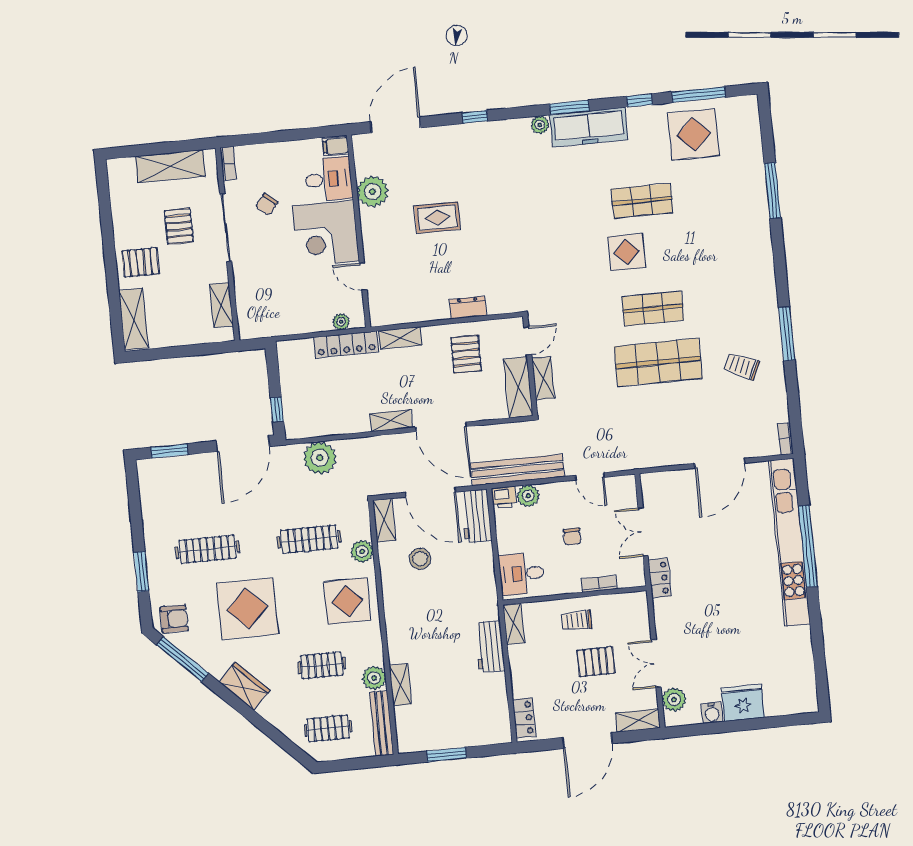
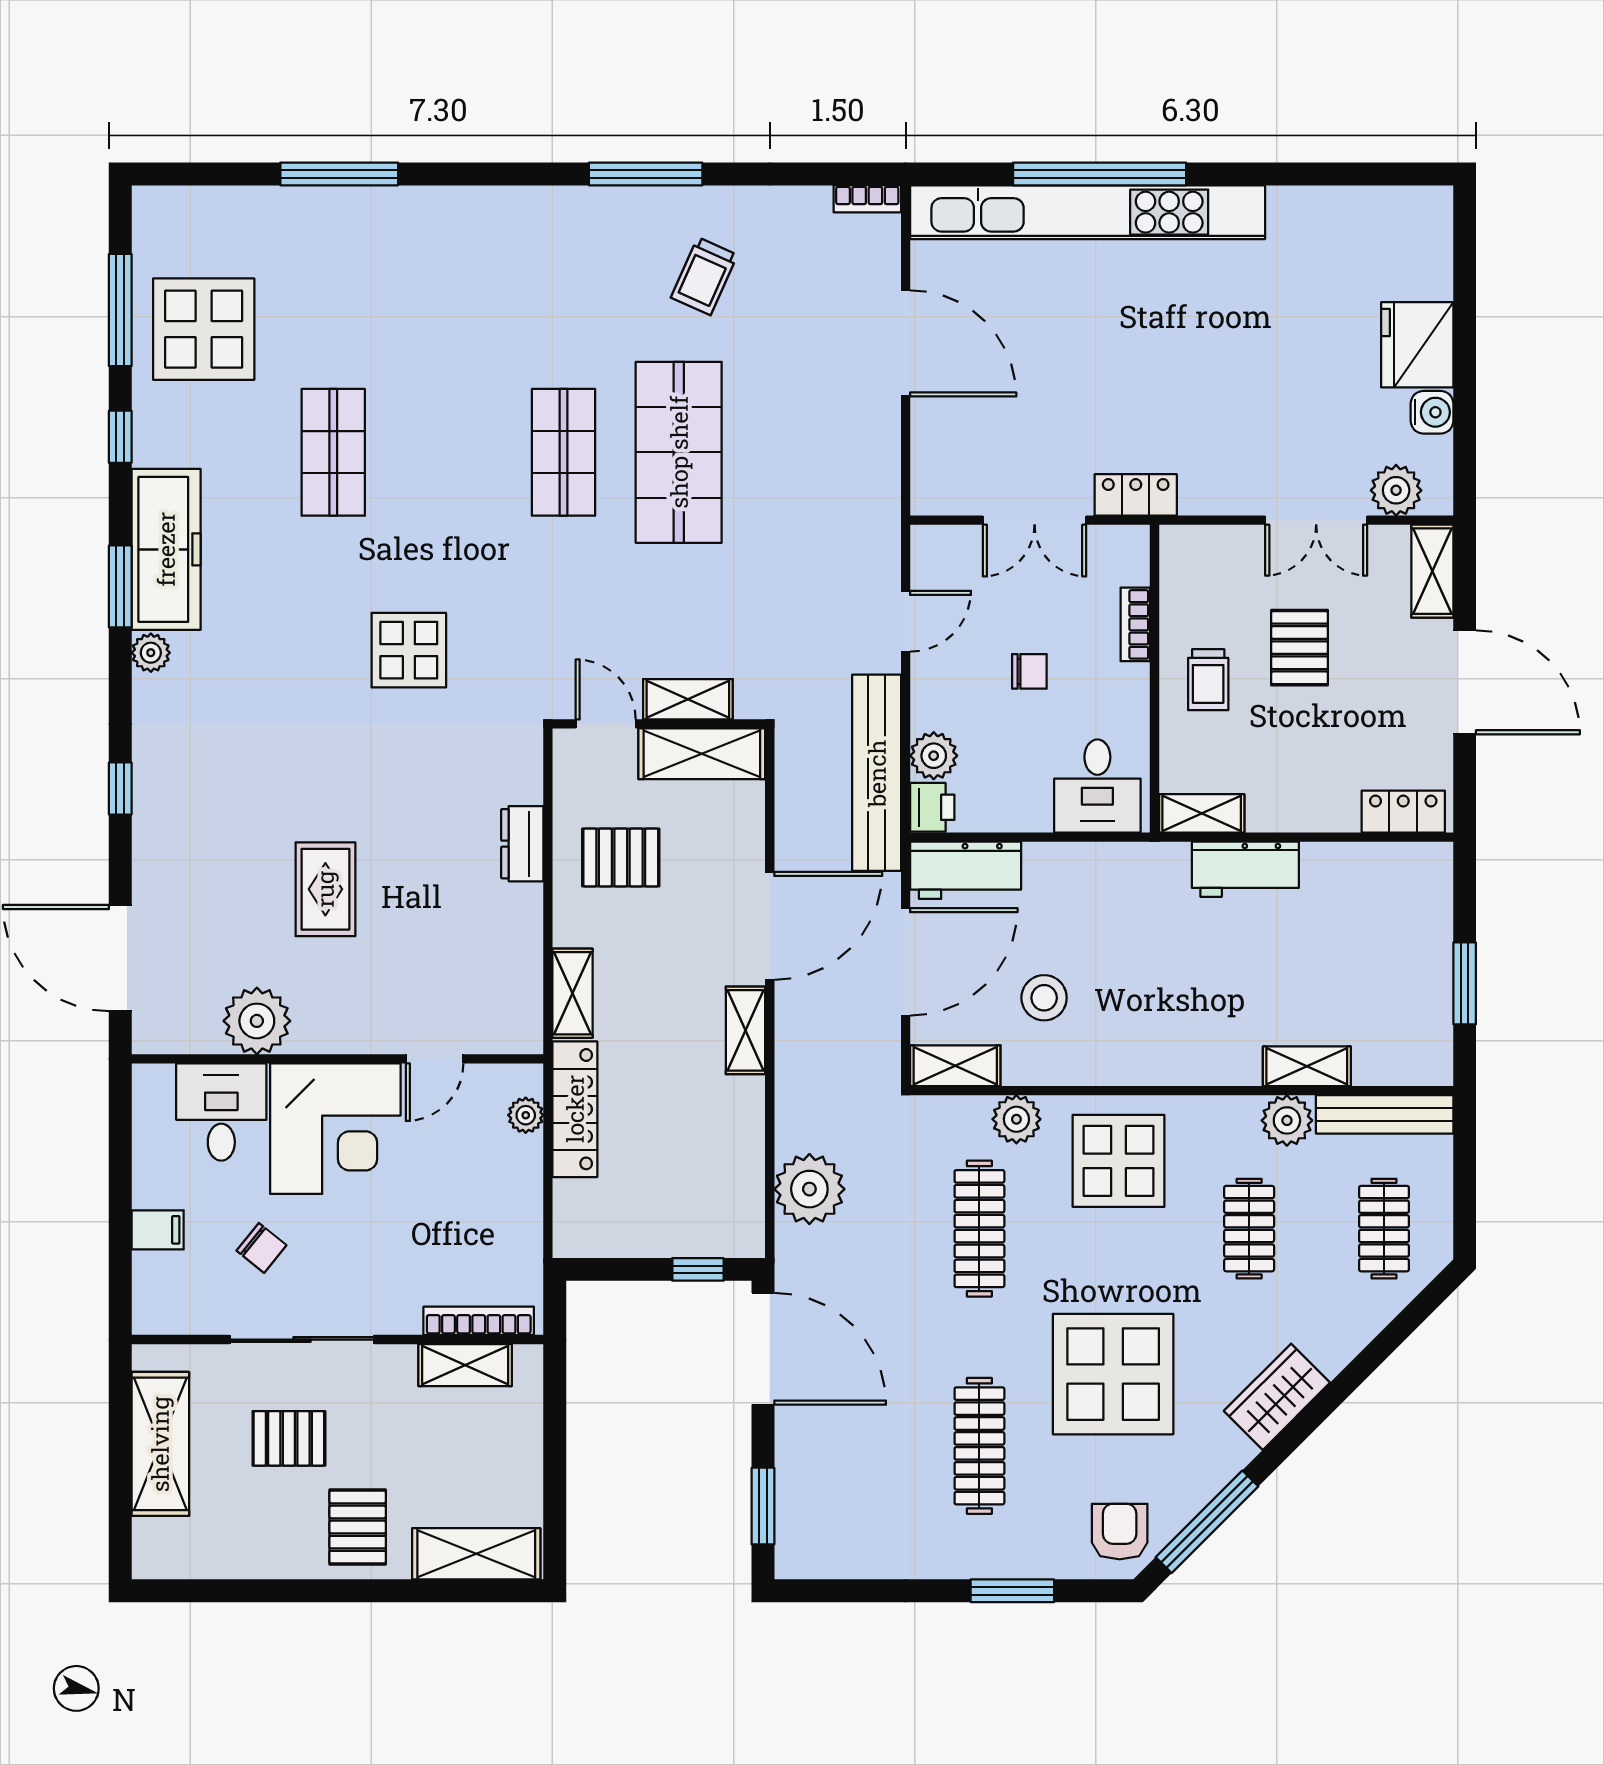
filing cabinet: (336, 146) -> (158, 1230), moved, turned -90
bookcase: (228, 164) -> (479, 1321), moved, width x1.56
display table: (627, 252) -> (409, 650), moved

